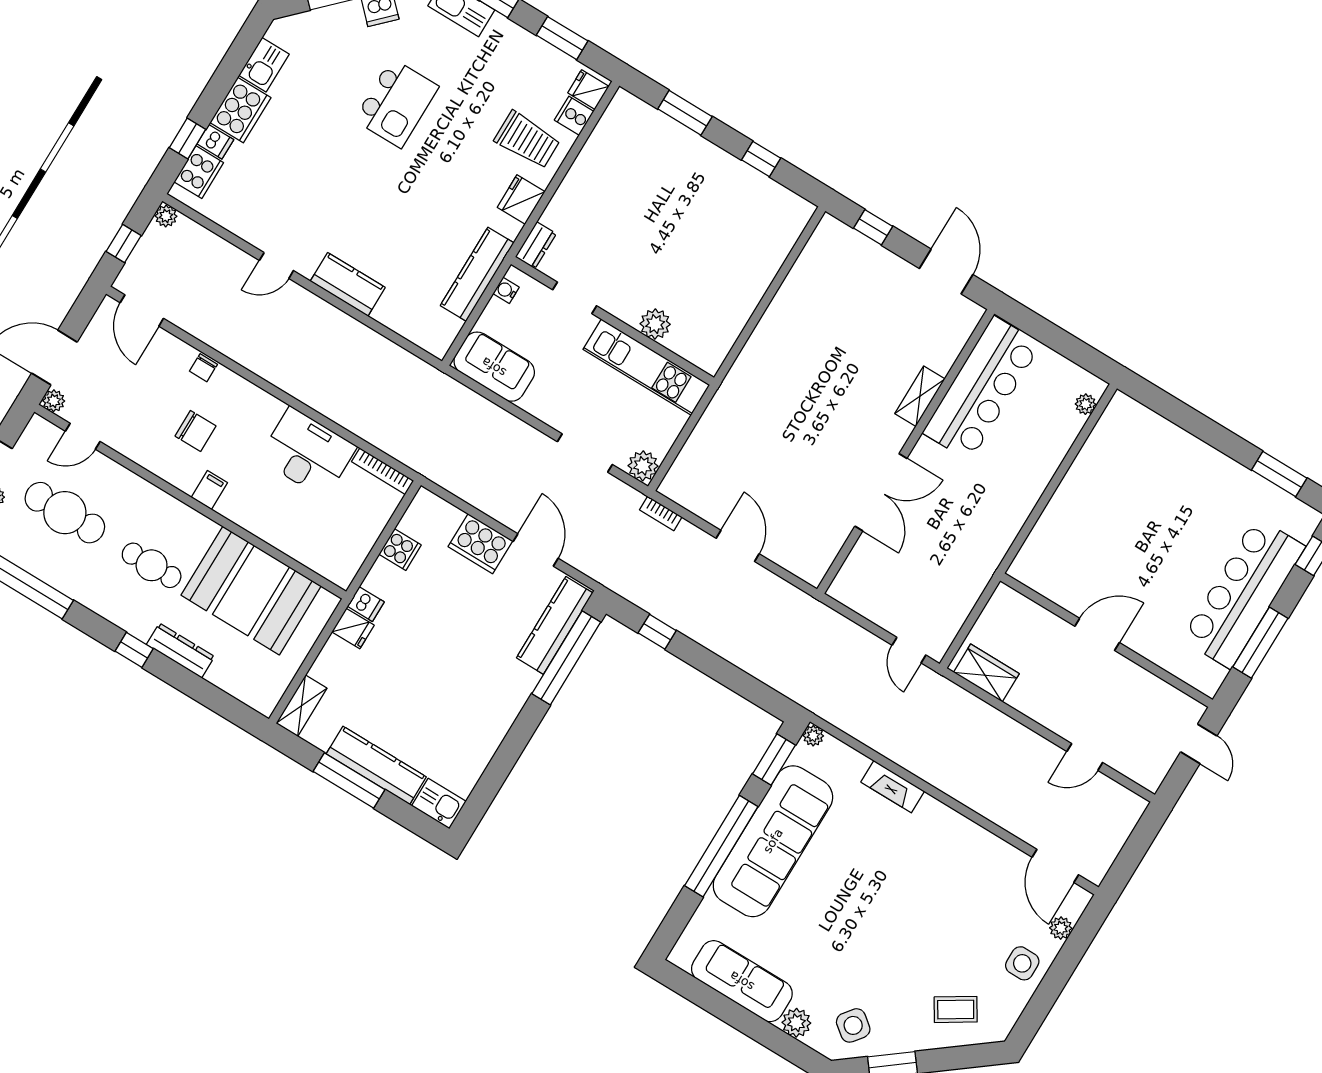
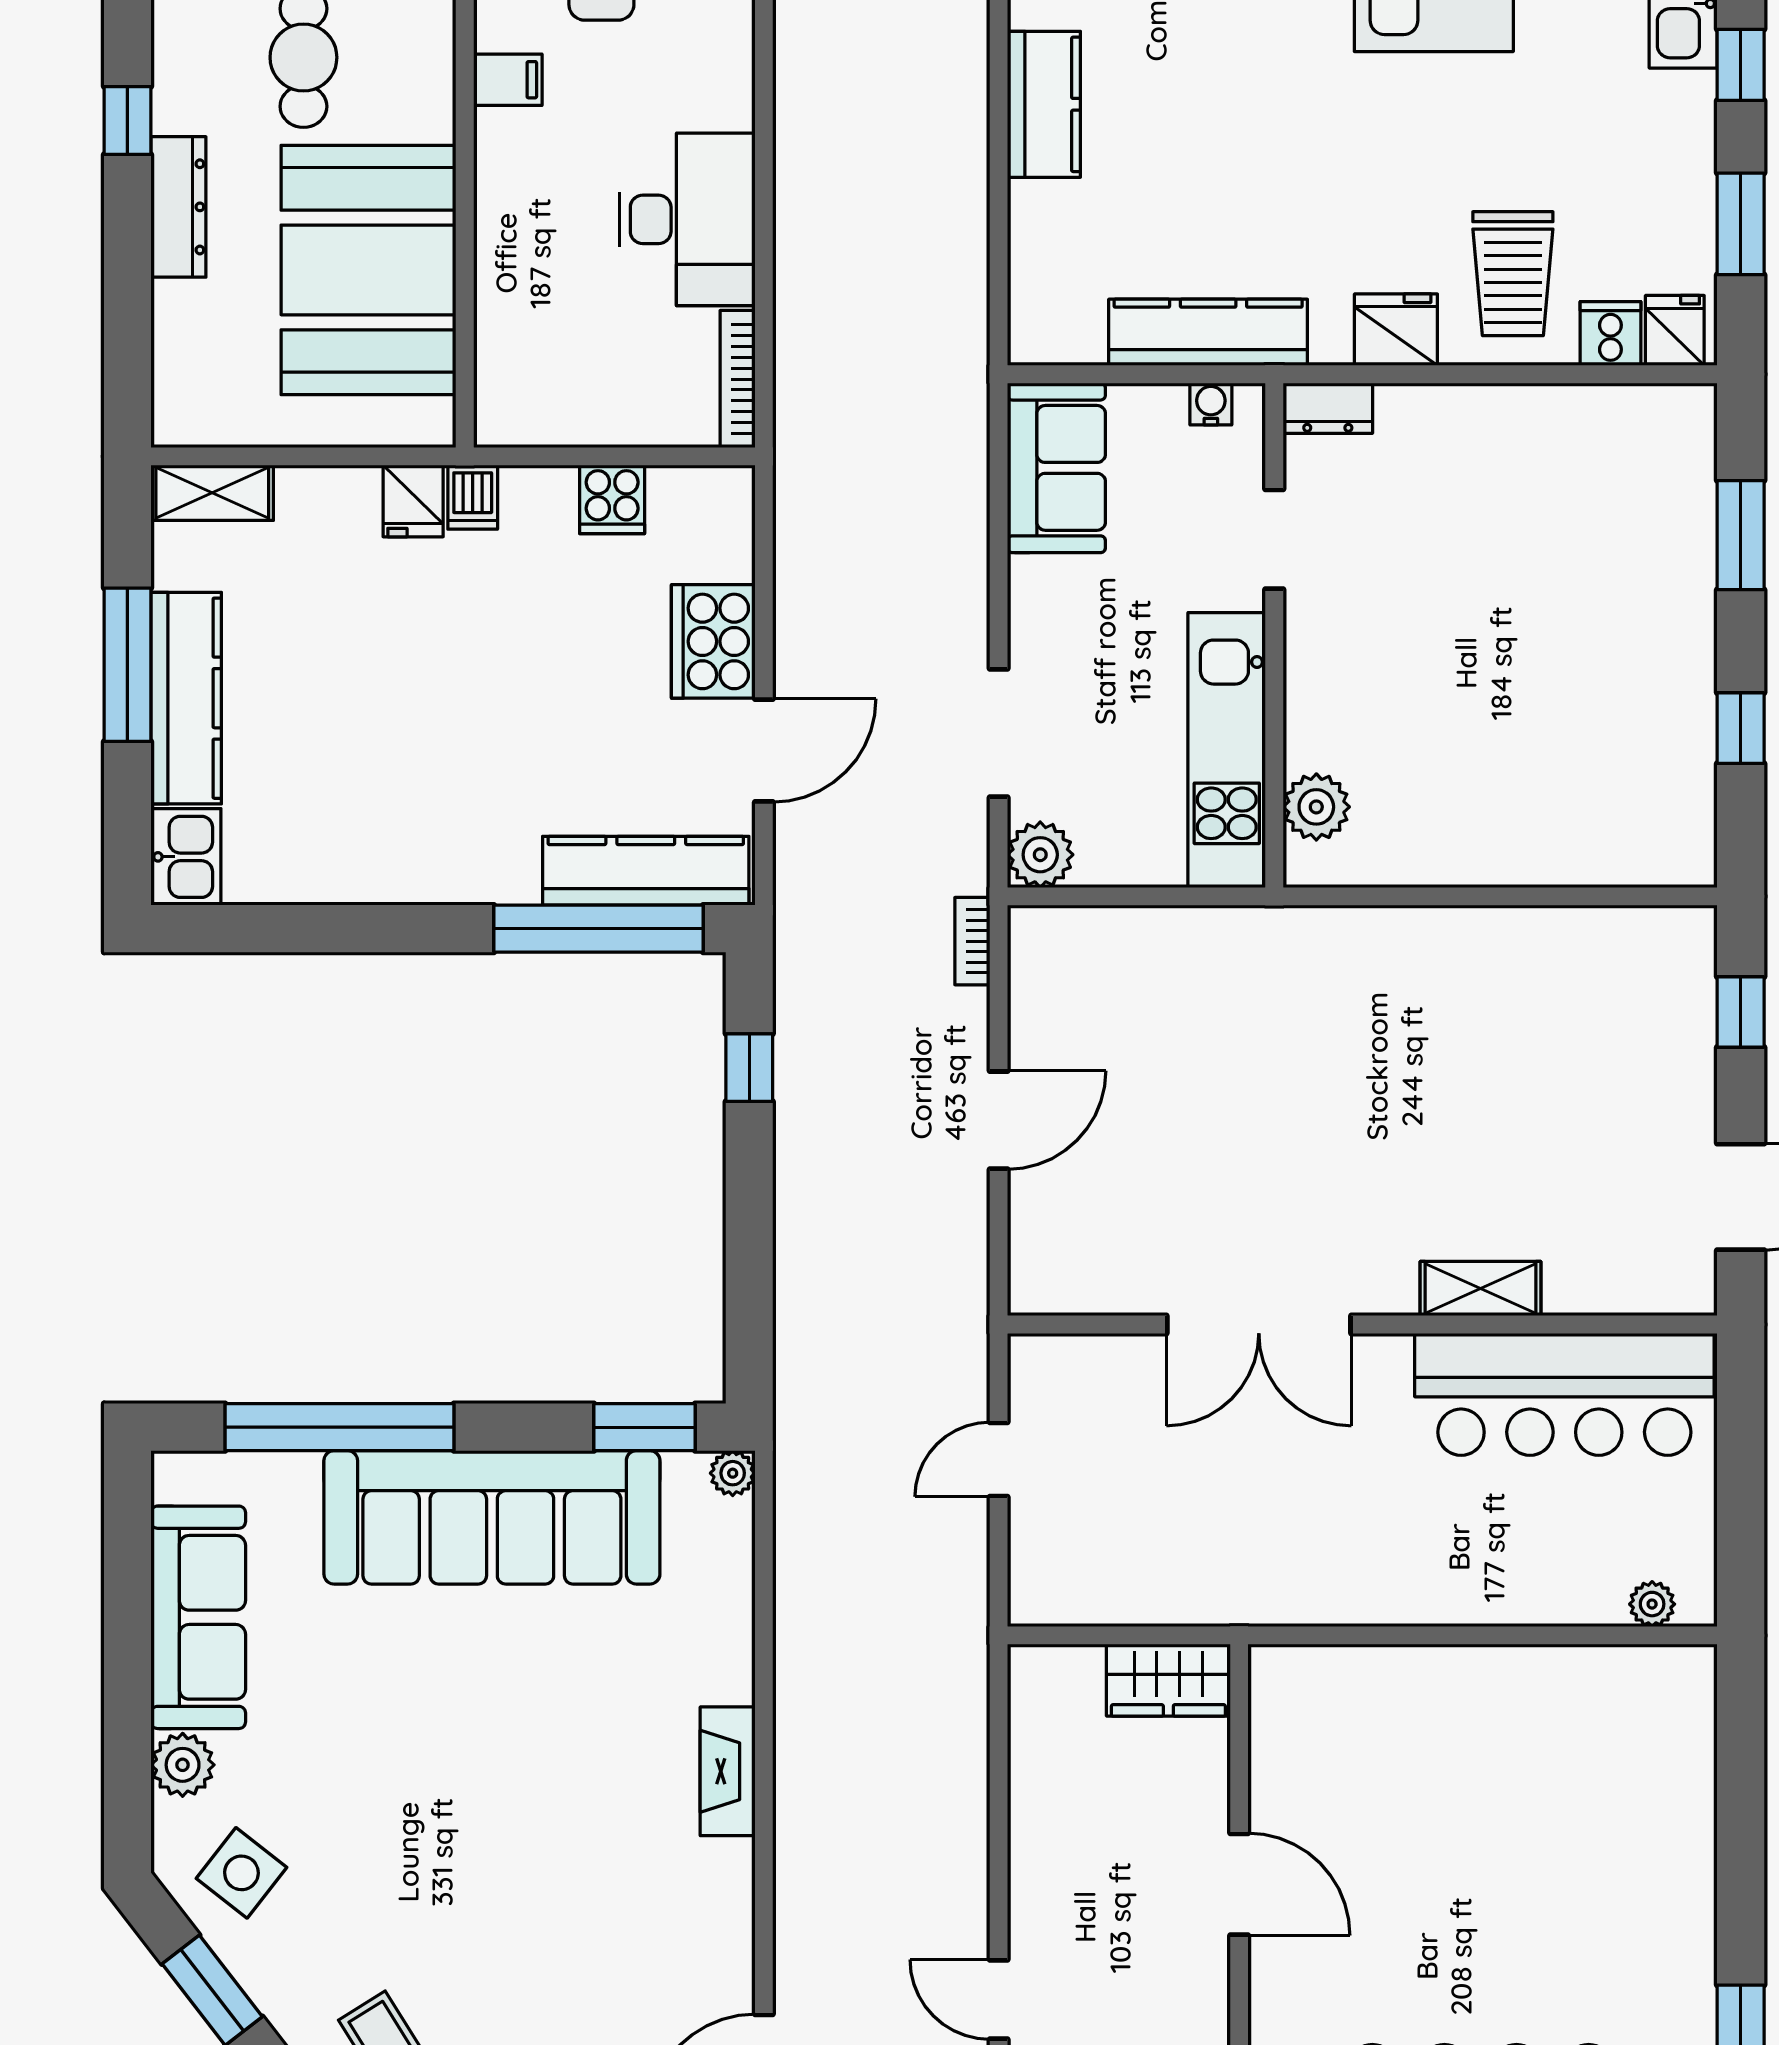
plant: (655, 324) -> (1316, 807), moved
door: (909, 650) -> (999, 1460), moved
wardrobe: (986, 673) -> (1168, 1680), moved, turned 90
fireplace: (893, 787) -> (728, 1771), moved
window: (721, 846) -> (339, 1427), moved

